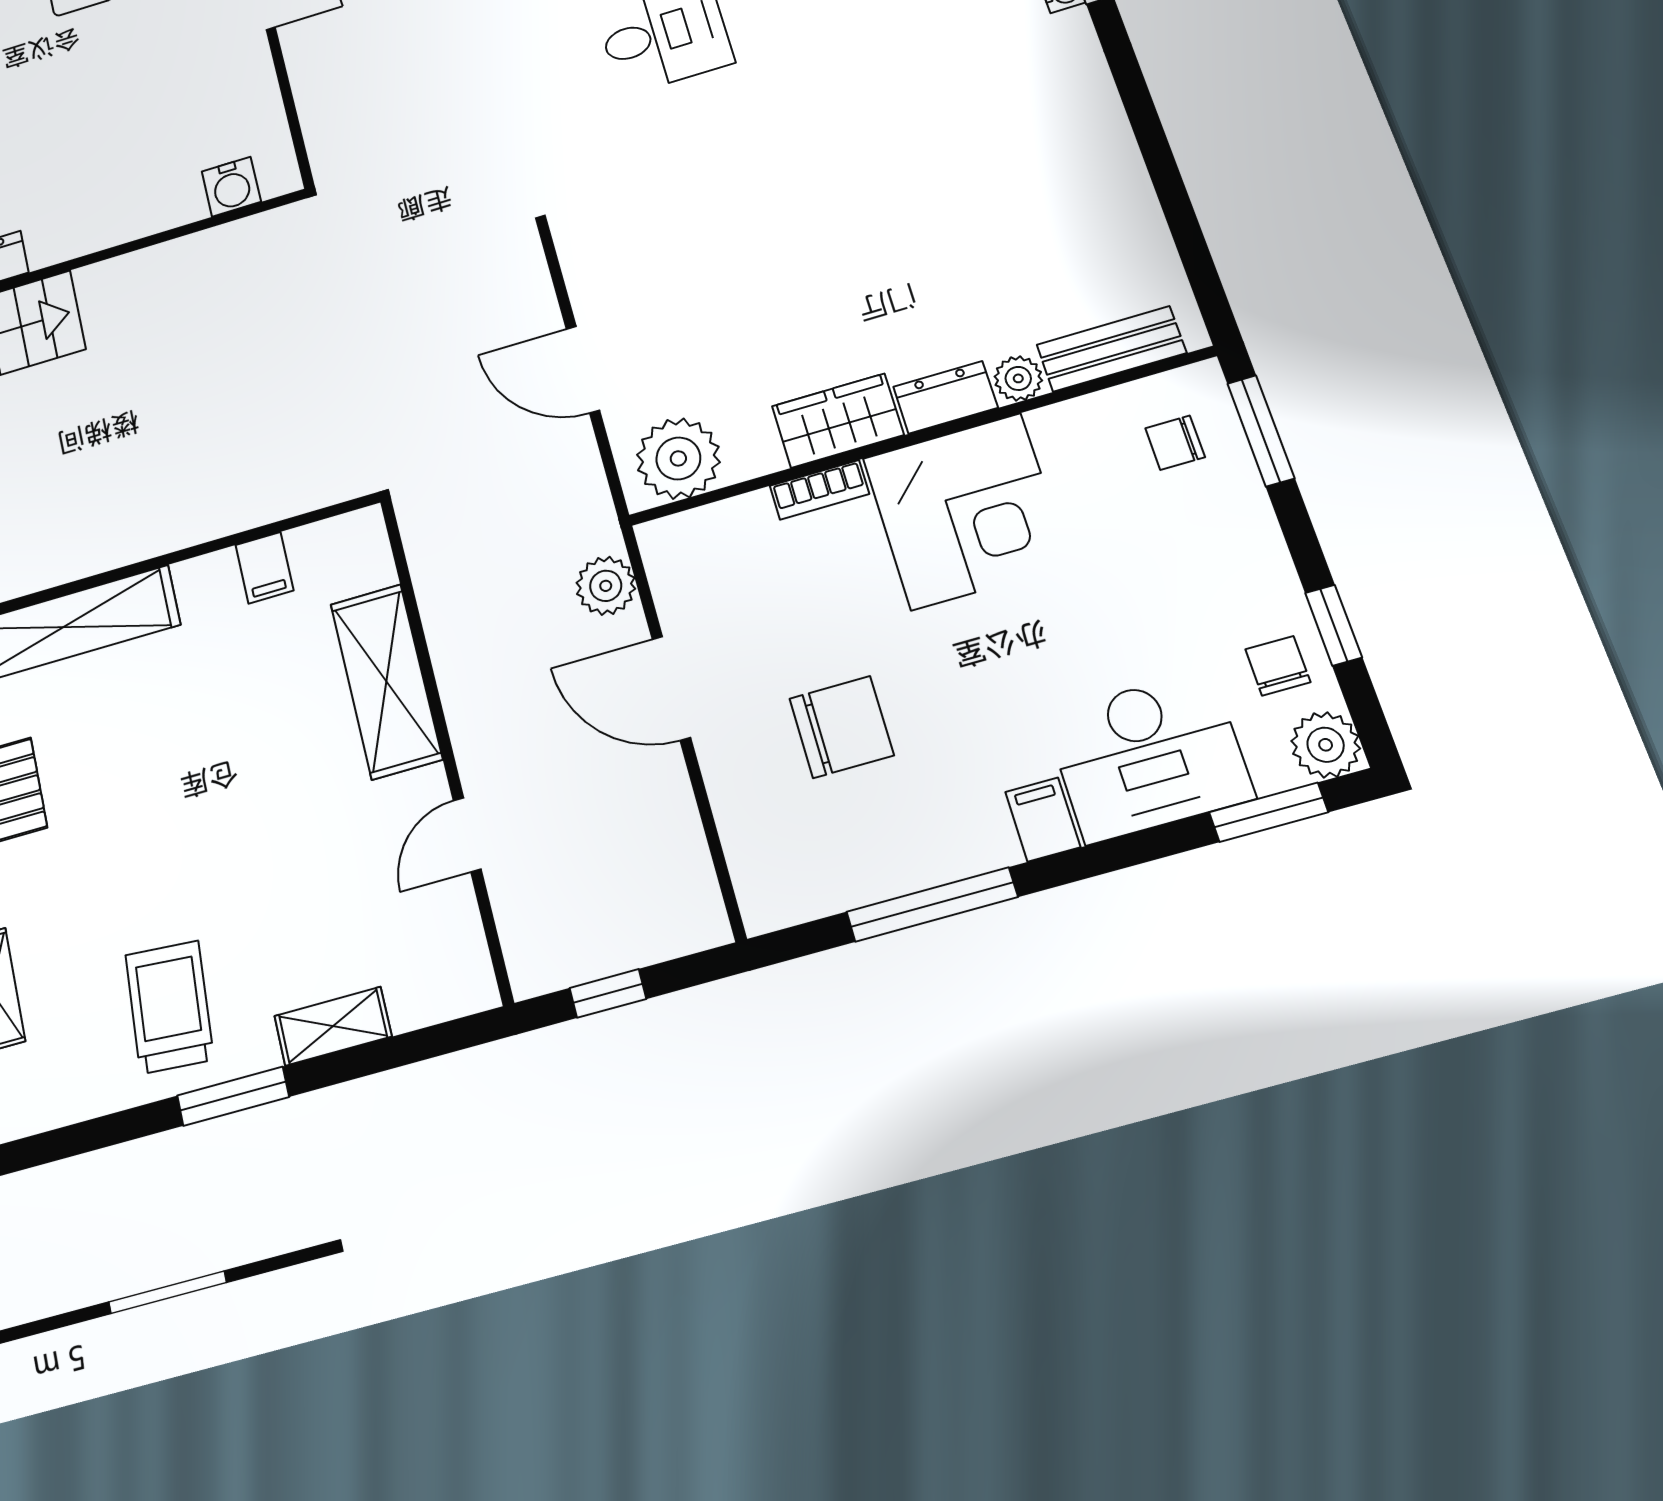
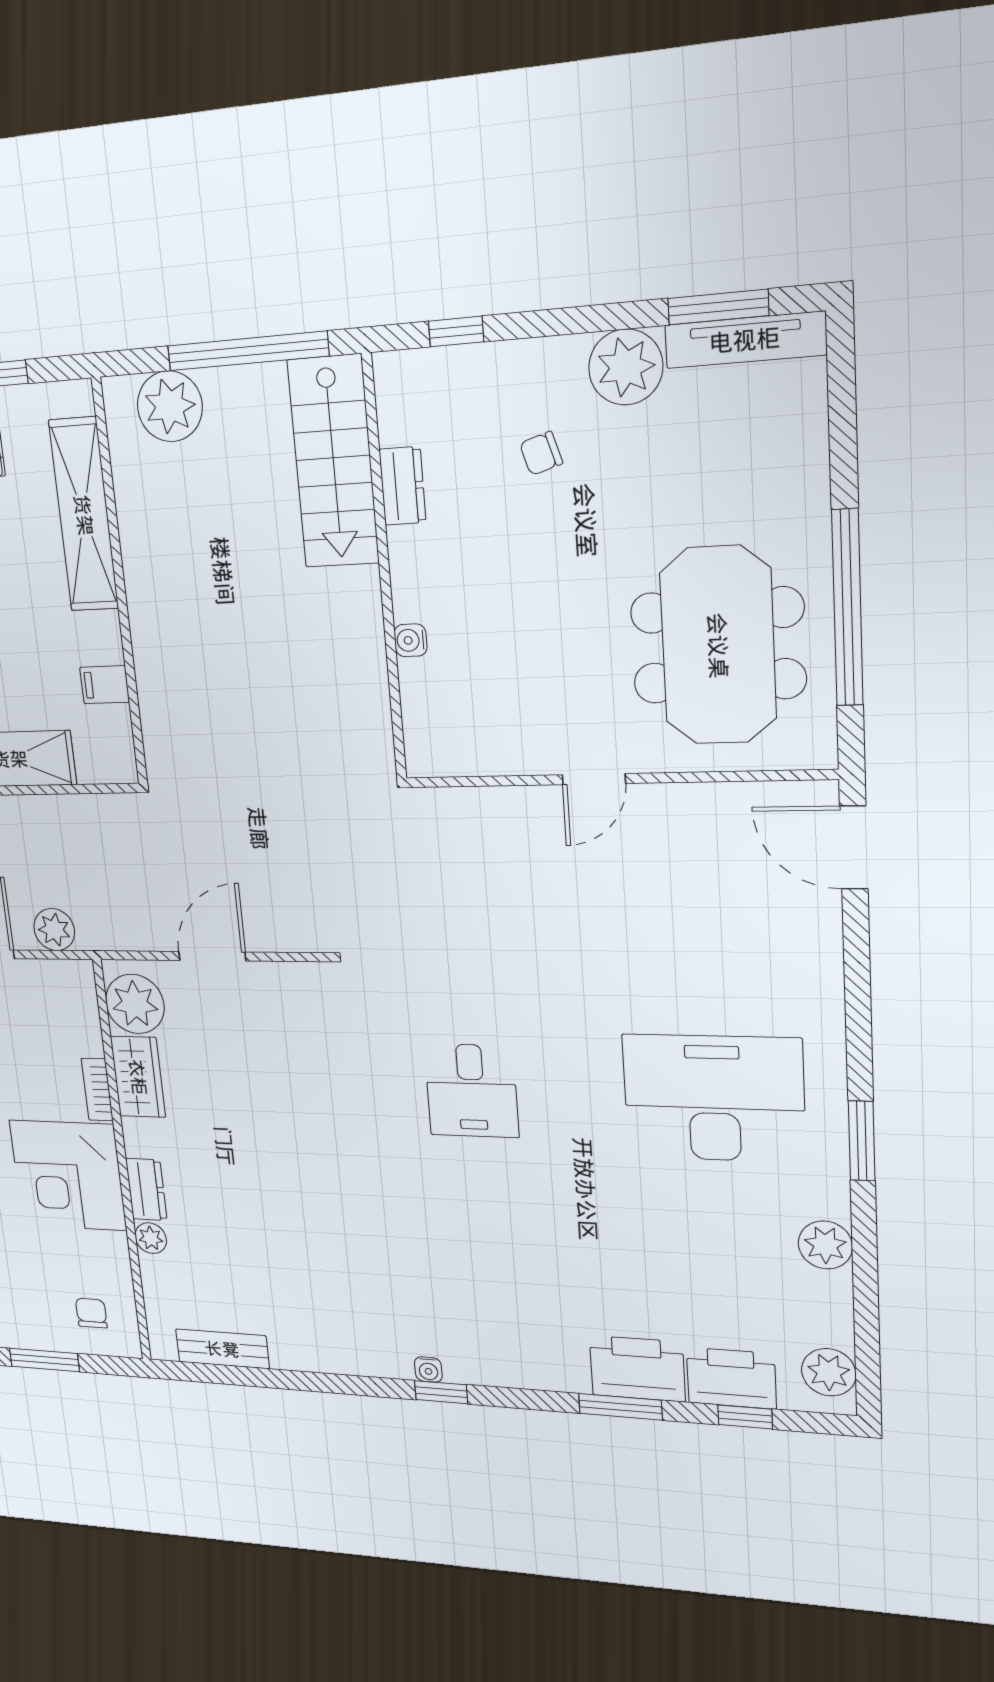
water cooler: (231, 187) -> (411, 640), moved, width x0.72, depth x0.72
bench: (1111, 349) -> (222, 1349), moved, turned 90
wardrobe: (838, 421) -> (138, 1077), moved
window: (1261, 431) -> (44, 1360), moved

